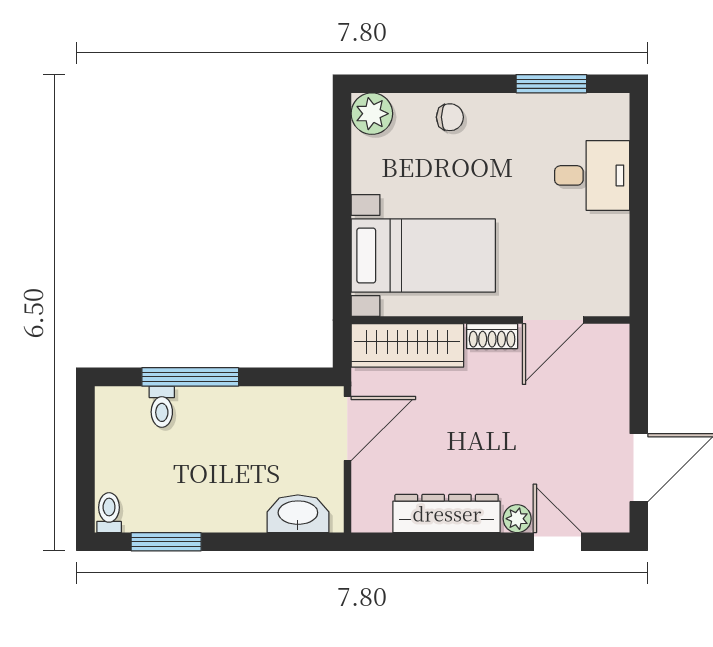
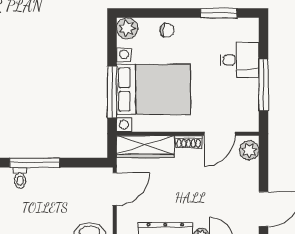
window: (639, 224) -> (263, 85), added
window: (342, 238) -> (112, 92), added
bed with nightstands: (423, 255) -> (153, 90), width x1.36
plant: (611, 353) -> (249, 150), added

